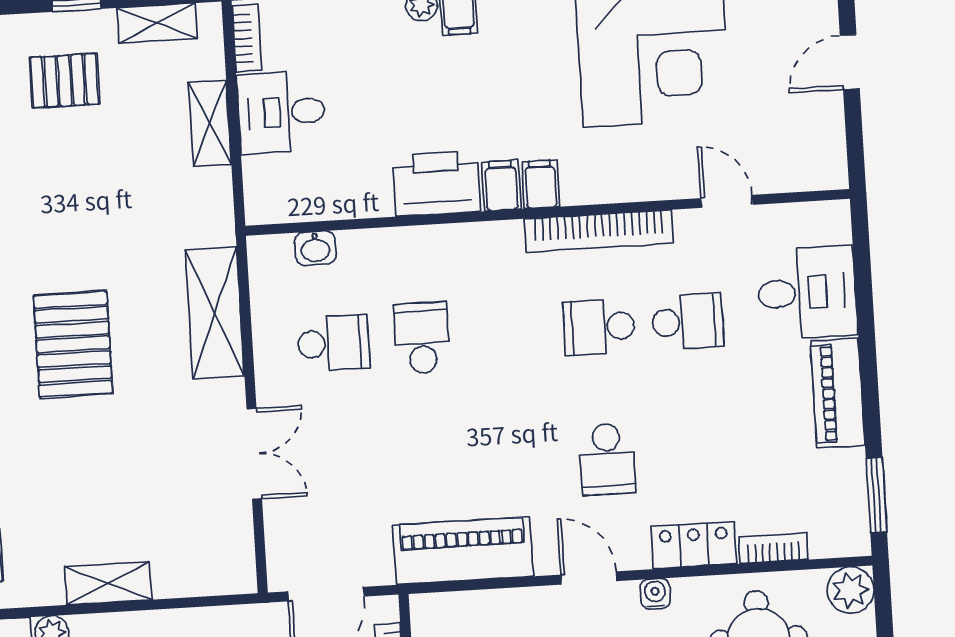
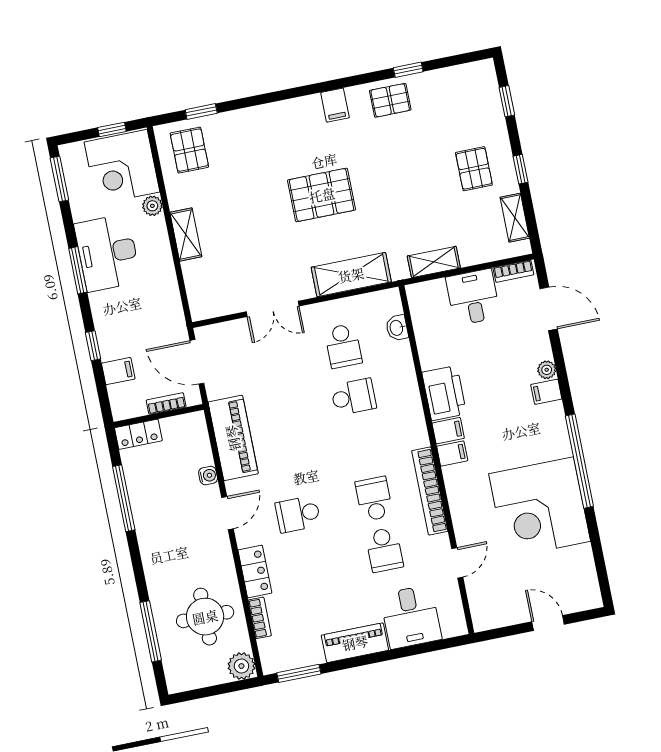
shelving: (210, 123) -> (434, 262), moved
water cooler: (655, 594) -> (208, 476), moved

